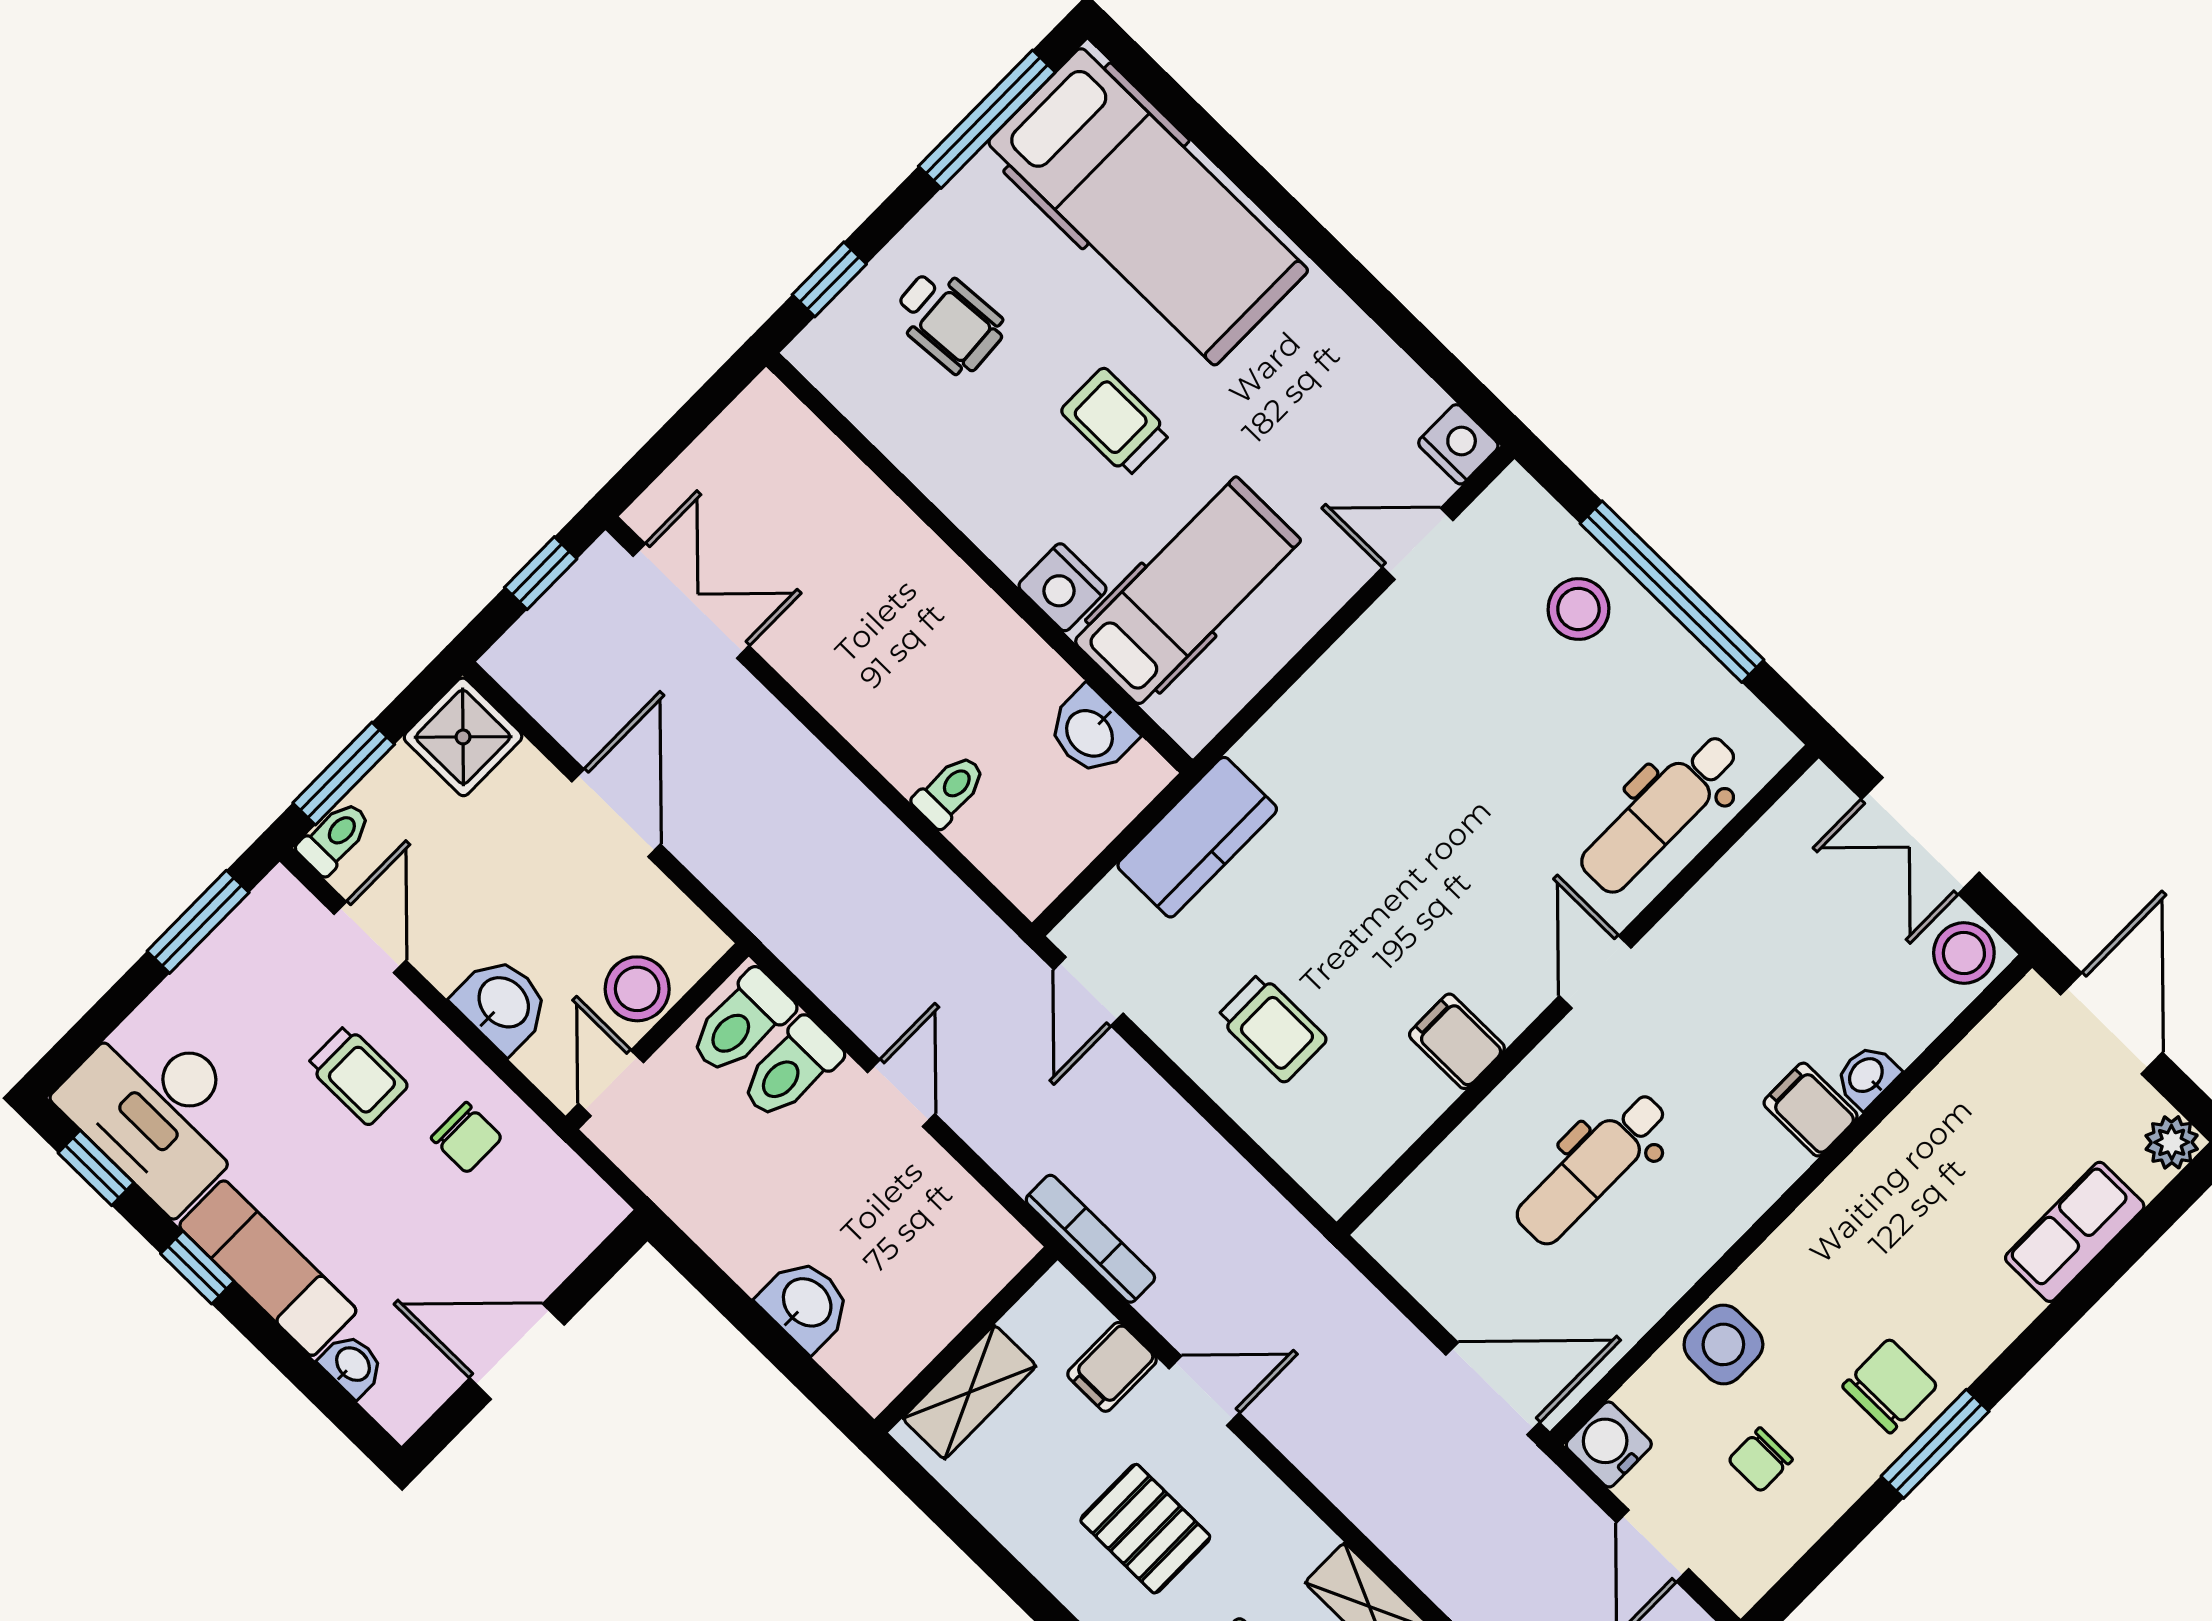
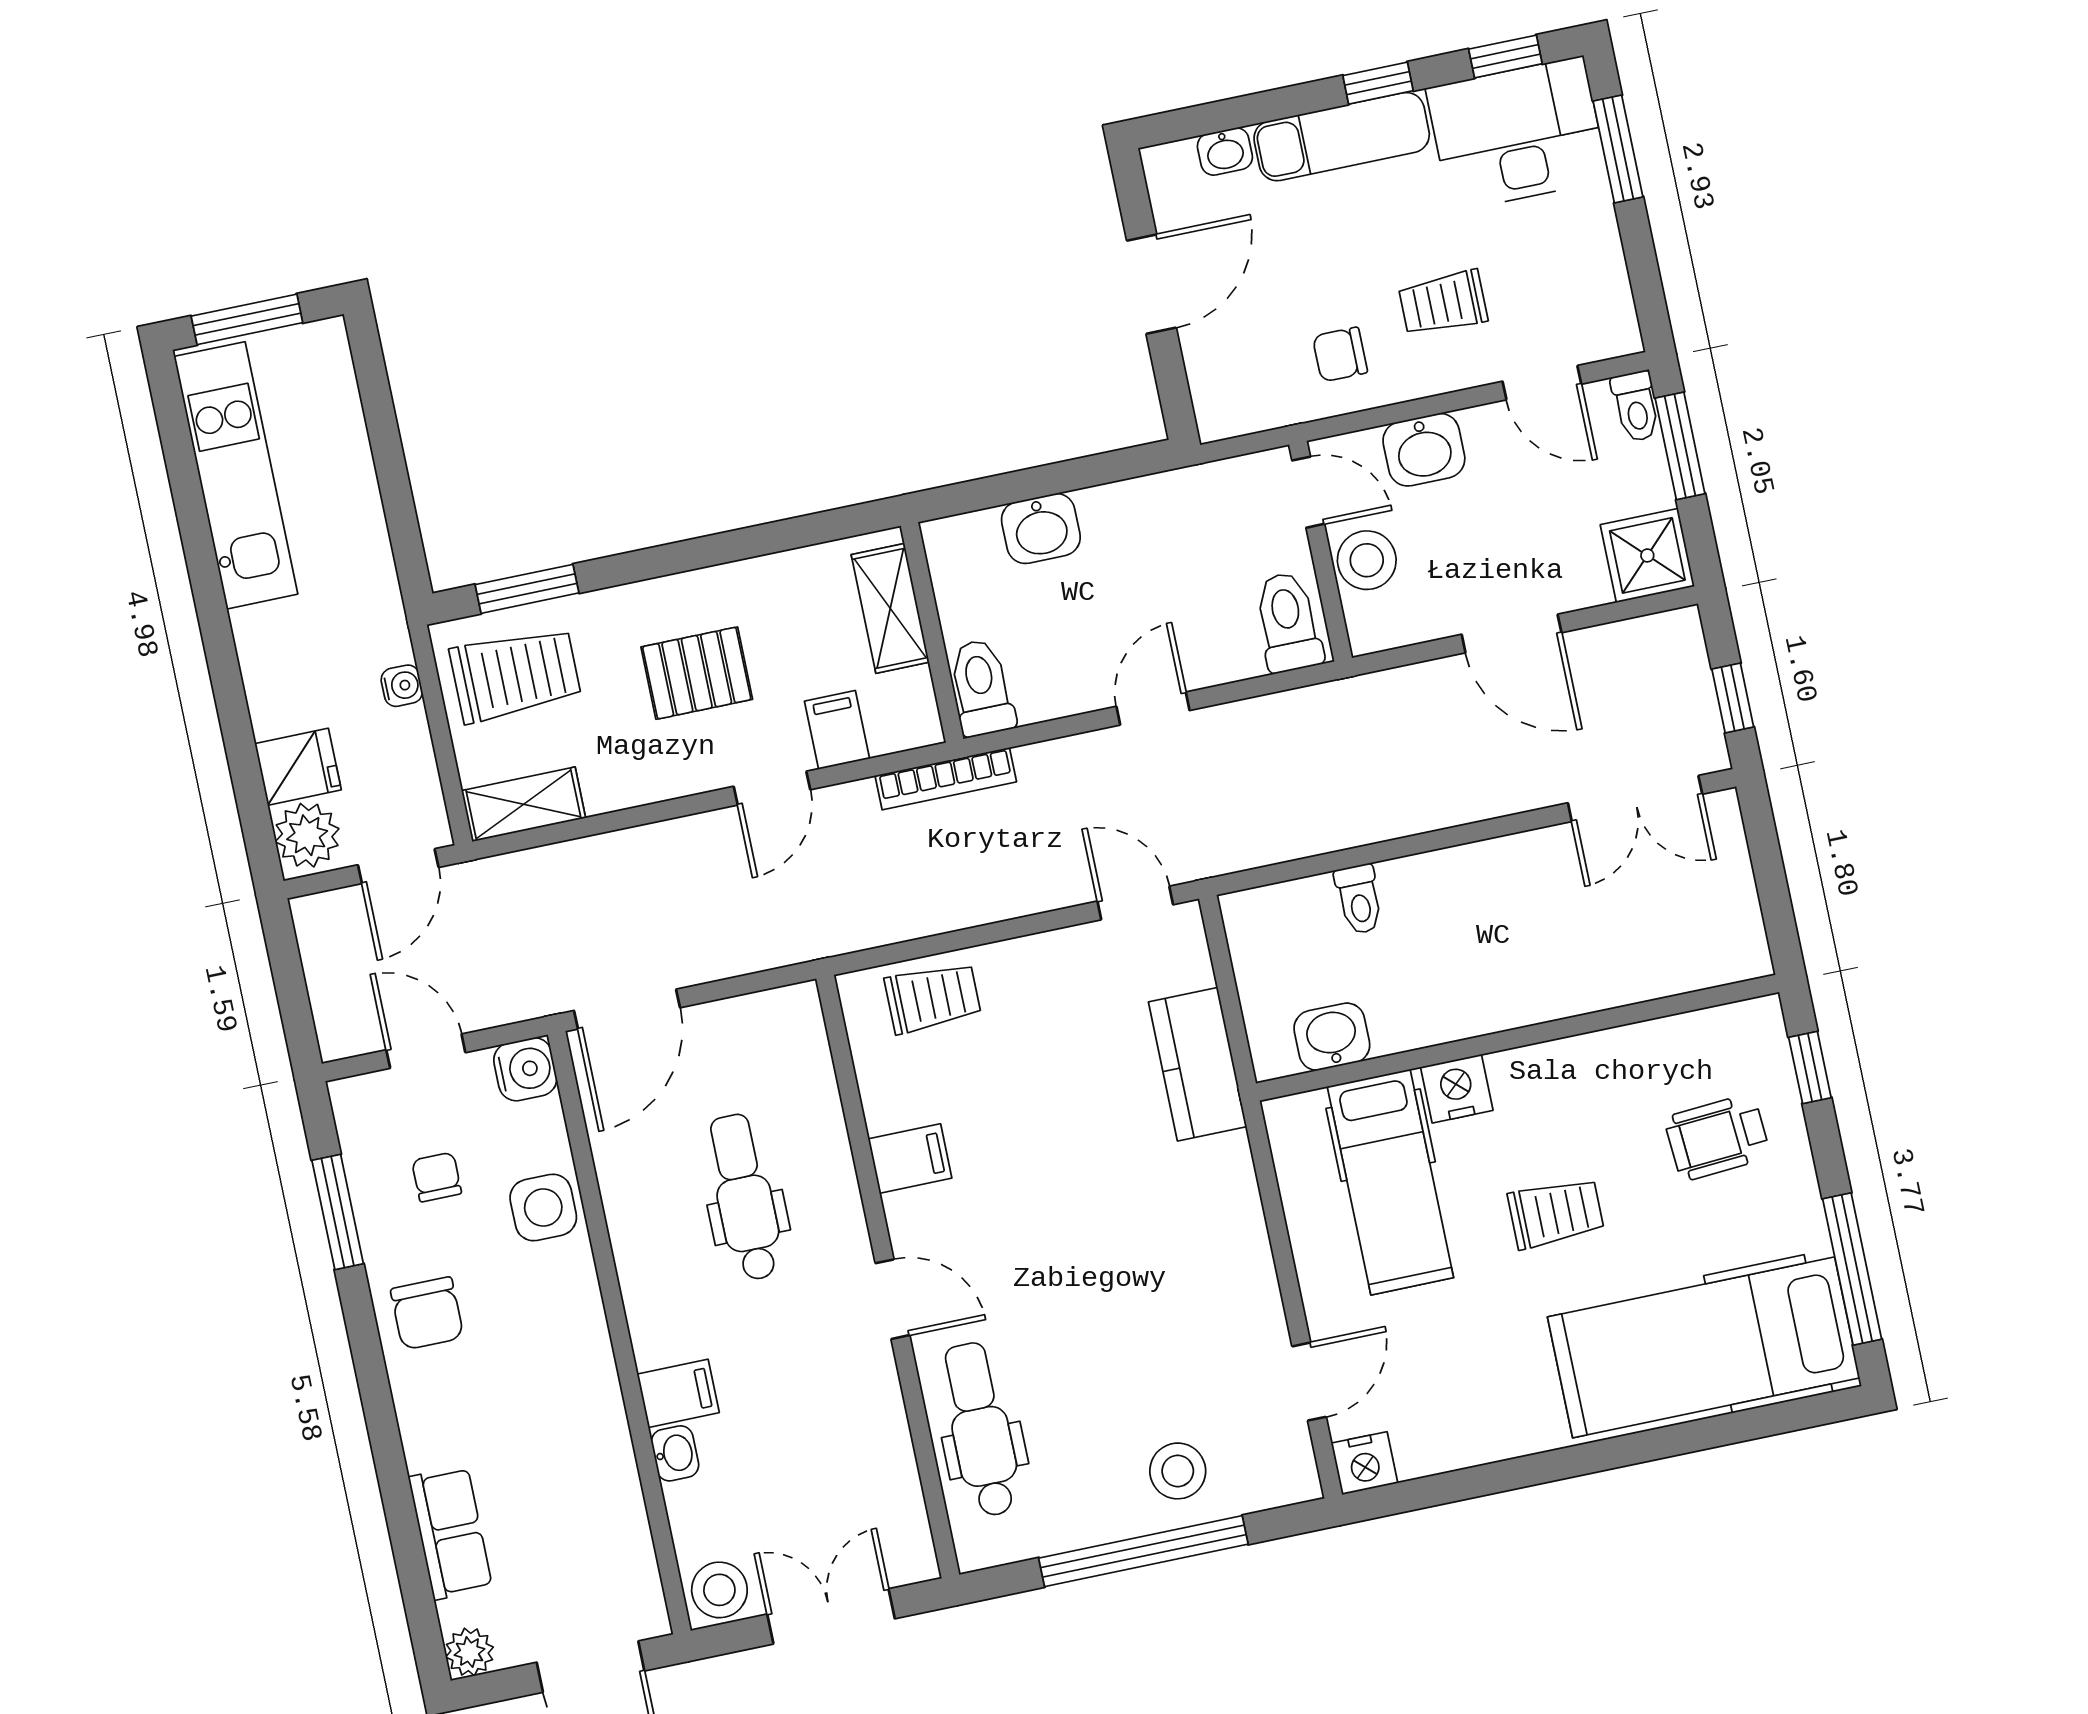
window: (198, 922) -> (1618, 149), moved
trolley: (1272, 1028) -> (933, 998), moved, turned 180
toilet: (791, 1069) -> (981, 688), moved
door: (901, 1093) -> (1153, 708), swing flipped
window: (1935, 1444) -> (338, 1212), moved

